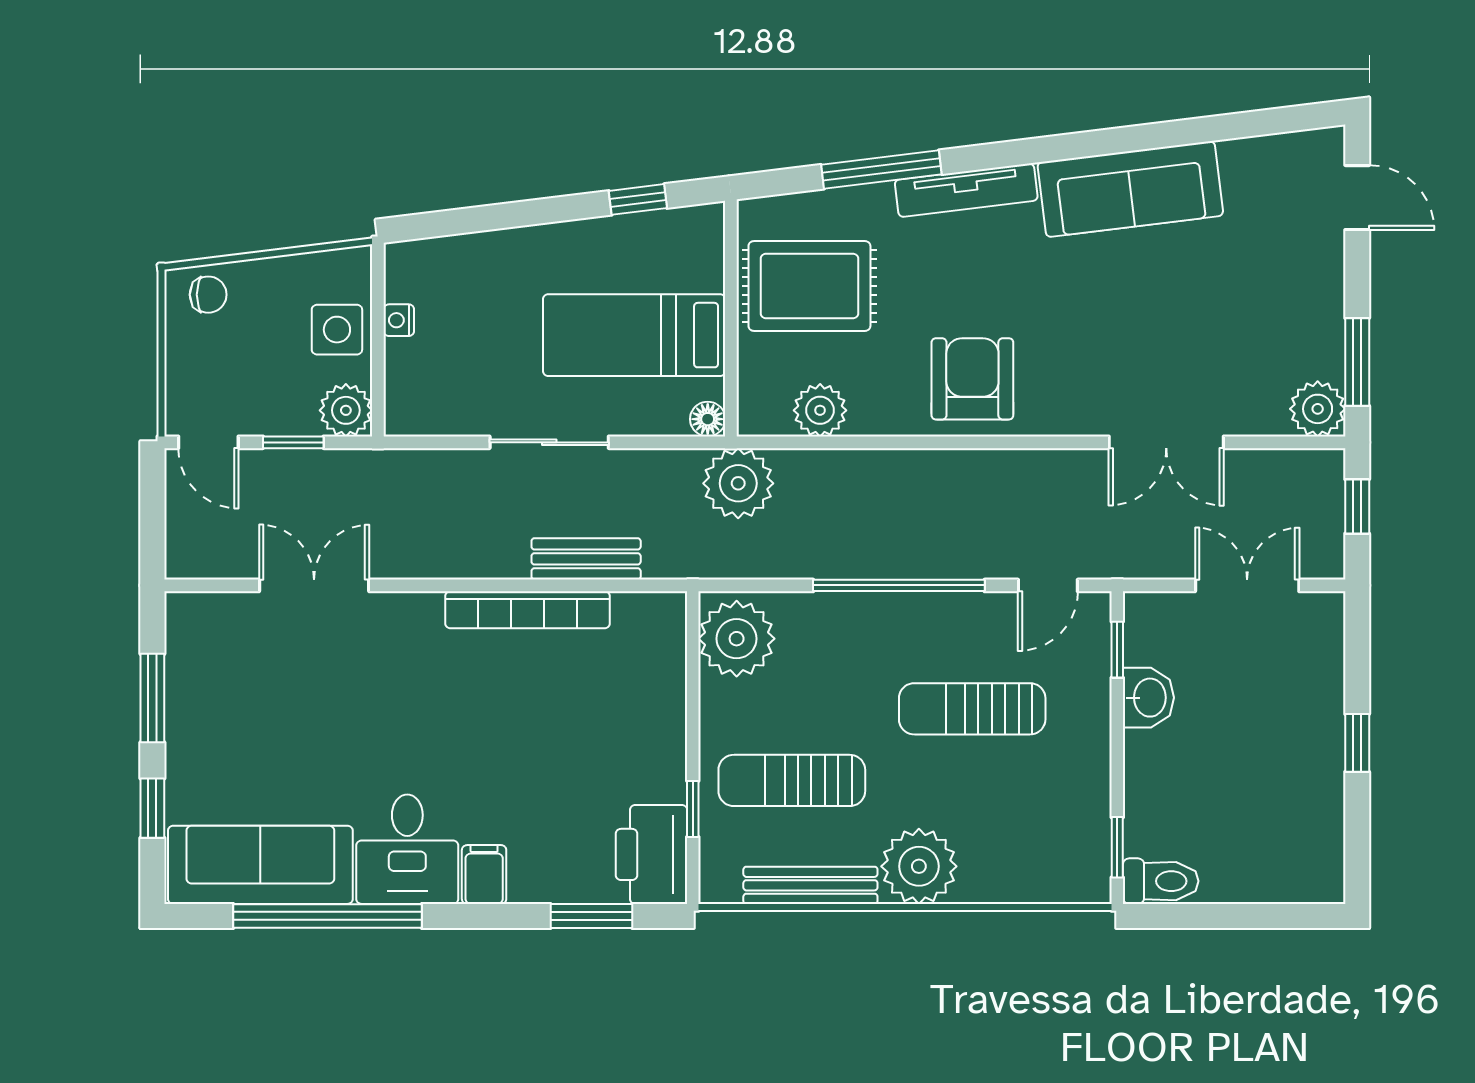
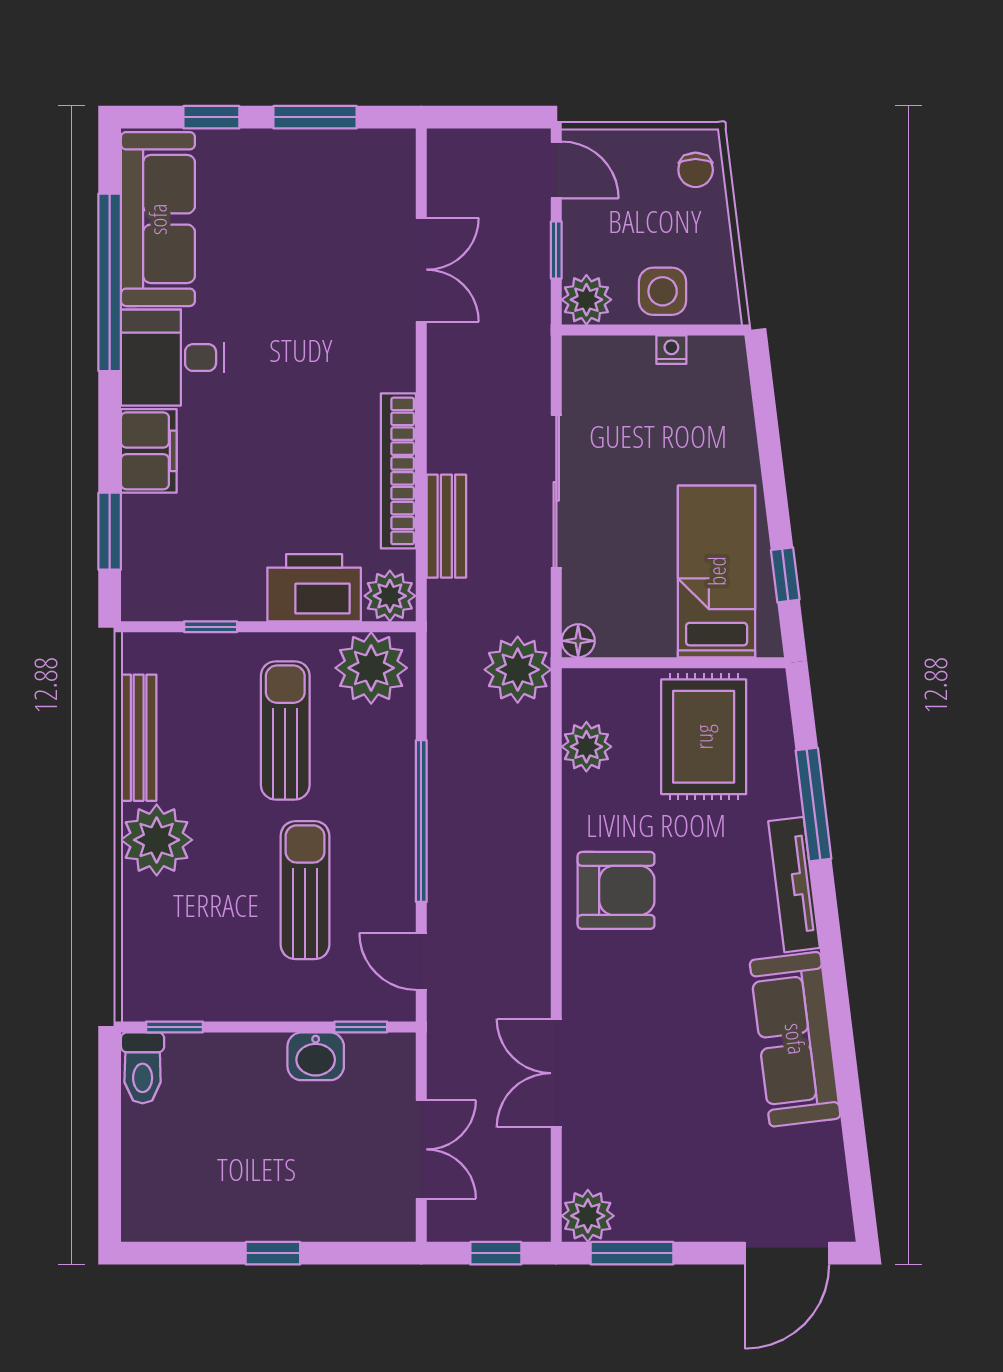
door: (1357, 198) -> (787, 1253), width x1.38
bed: (634, 335) -> (717, 571), moved
door: (208, 442) -> (556, 170), swing flipped
sliding door: (549, 442) -> (556, 491), width x1.37
plant: (660, 619) -> (390, 596), added
sun lounger: (792, 780) -> (285, 730), moved
printer: (651, 854) -> (314, 588), moved
filing cabinet: (484, 875) -> (149, 451), width x2.00

